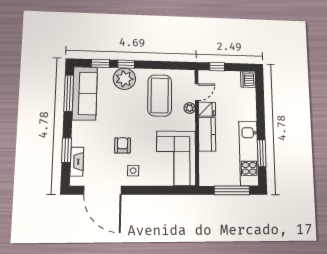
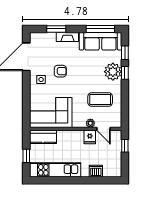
dishwasher: (248, 80) -> (96, 171), moved
coffee table: (160, 95) -> (100, 100), width x0.73, depth x0.76
kitchen counter: (207, 134) -> (43, 137), moved
window: (262, 153) -> (55, 180), removed
fireplace: (77, 162) -> (67, 37), moved
window: (232, 190) -> (26, 156), width x0.46

